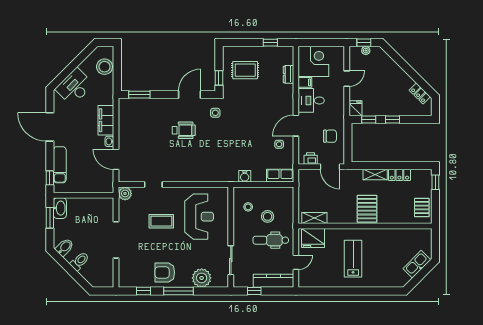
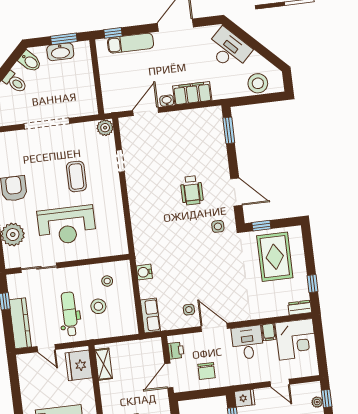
rug: (245, 70) -> (275, 257), width x1.36, depth x1.43
dresser: (288, 74) -> (300, 308), moved
washbasin: (60, 208) -> (60, 52), moved
reception desk: (199, 217) -> (67, 225), moved

